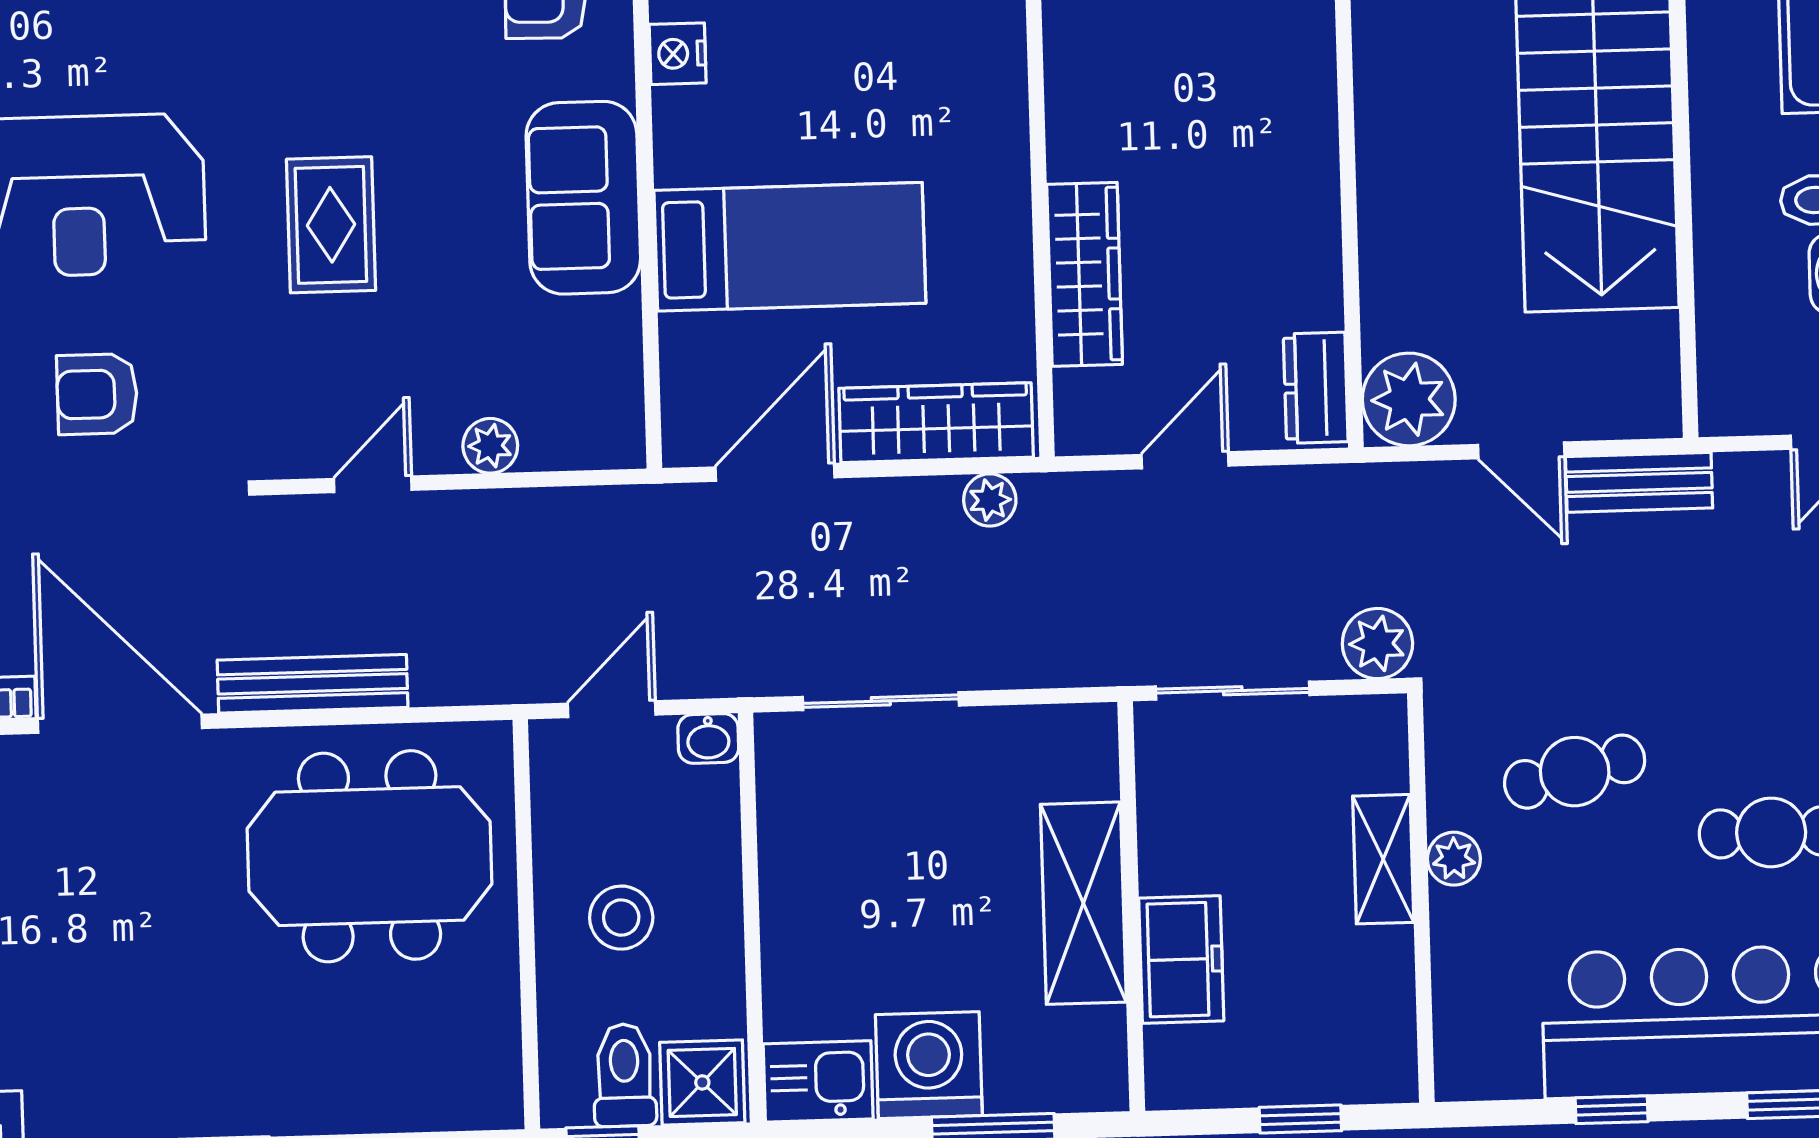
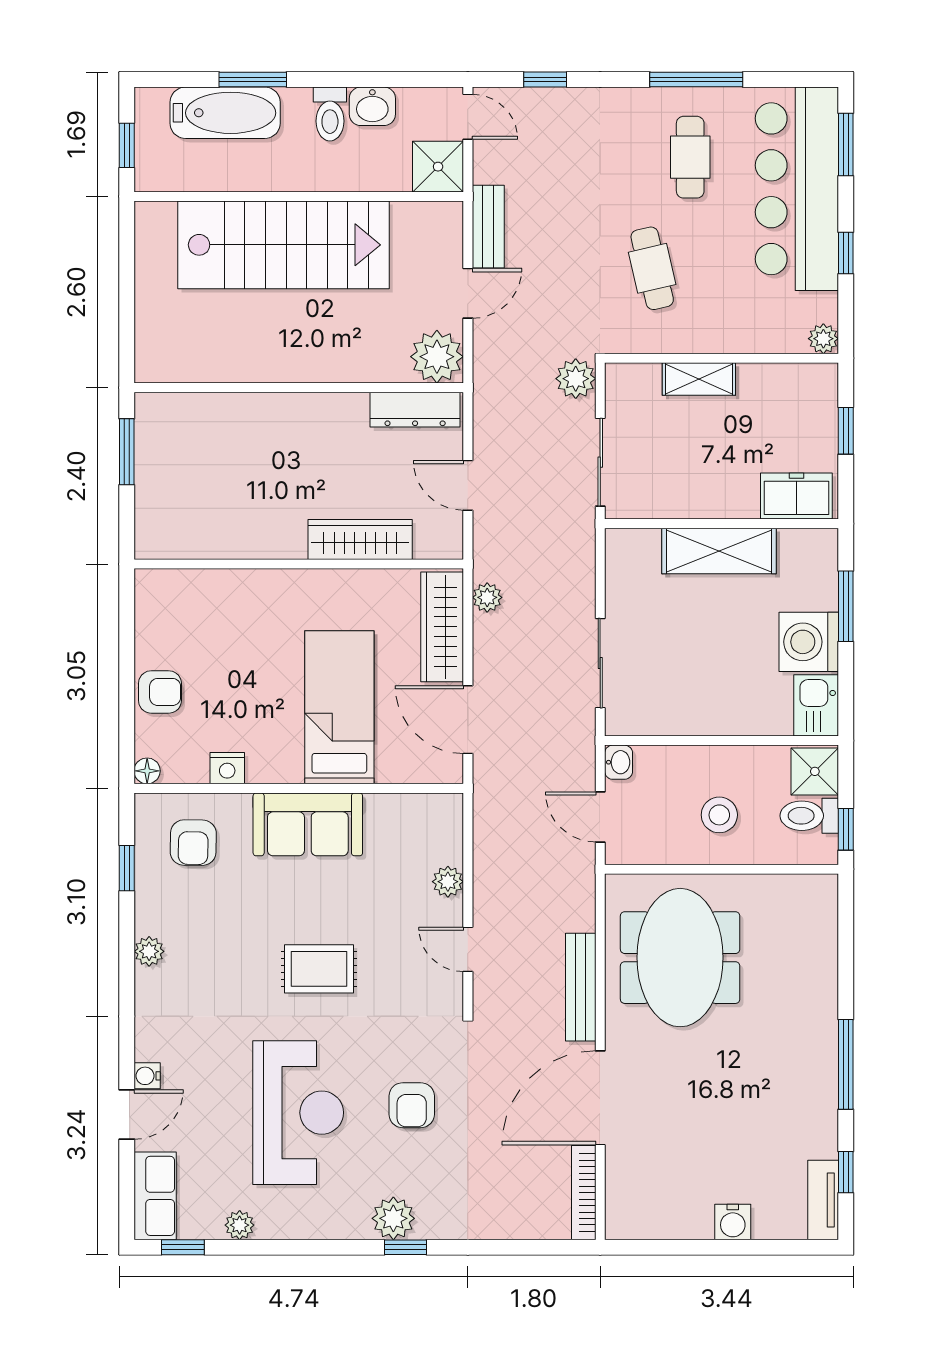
dresser: (1316, 388) -> (415, 410), width x1.44
shower: (1742, 391) -> (438, 167), added
plant: (1454, 859) -> (823, 339), moved
freezer: (1181, 959) -> (796, 496), moved

